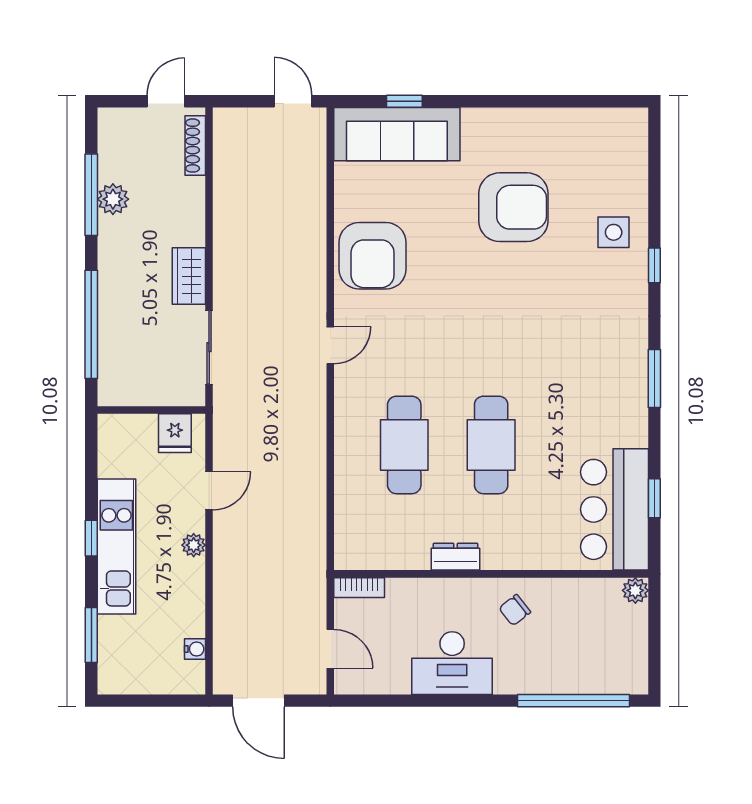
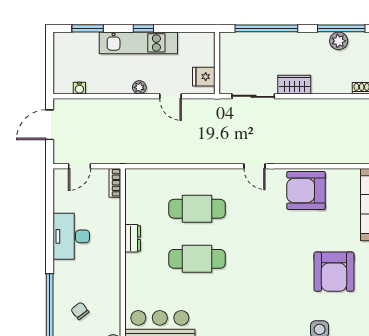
chair: (515, 610) -> (80, 311), moved

